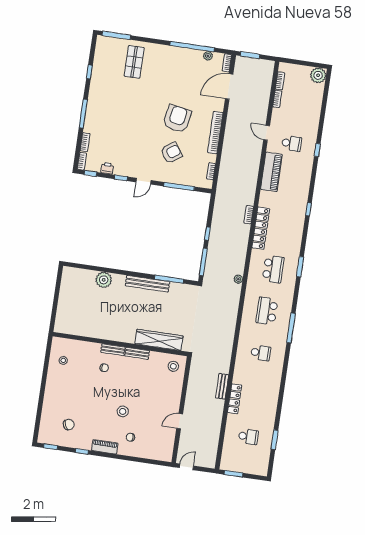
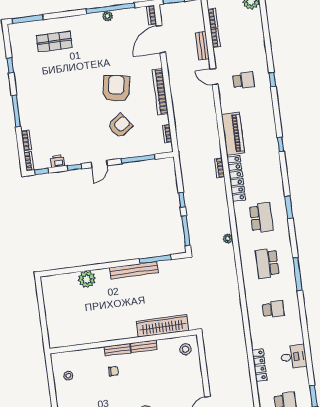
plant: (208, 56) -> (108, 16), moved
shop shelf: (134, 62) -> (54, 42), turned 90
piano: (271, 172) -> (233, 134), moved
bench: (222, 386) -> (202, 46), moved
desk: (267, 400) -> (294, 357), added

